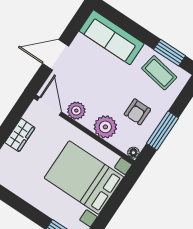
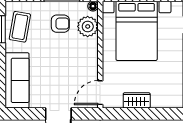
plant: (76, 111) -> (90, 70), removed
plant: (105, 127) -> (88, 26), moved

